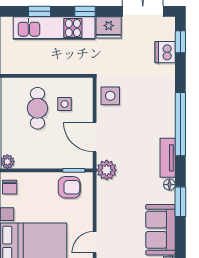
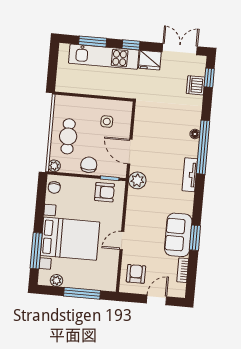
window: (40, 11) -> (93, 41), width x1.50
side table: (110, 96) -> (146, 118), removed
cafe table: (37, 108) -> (68, 136), moved
chair: (48, 157) -> (89, 165), added
floor lamp: (169, 185) -> (195, 134), moved
window: (180, 202) -> (195, 238), moved

